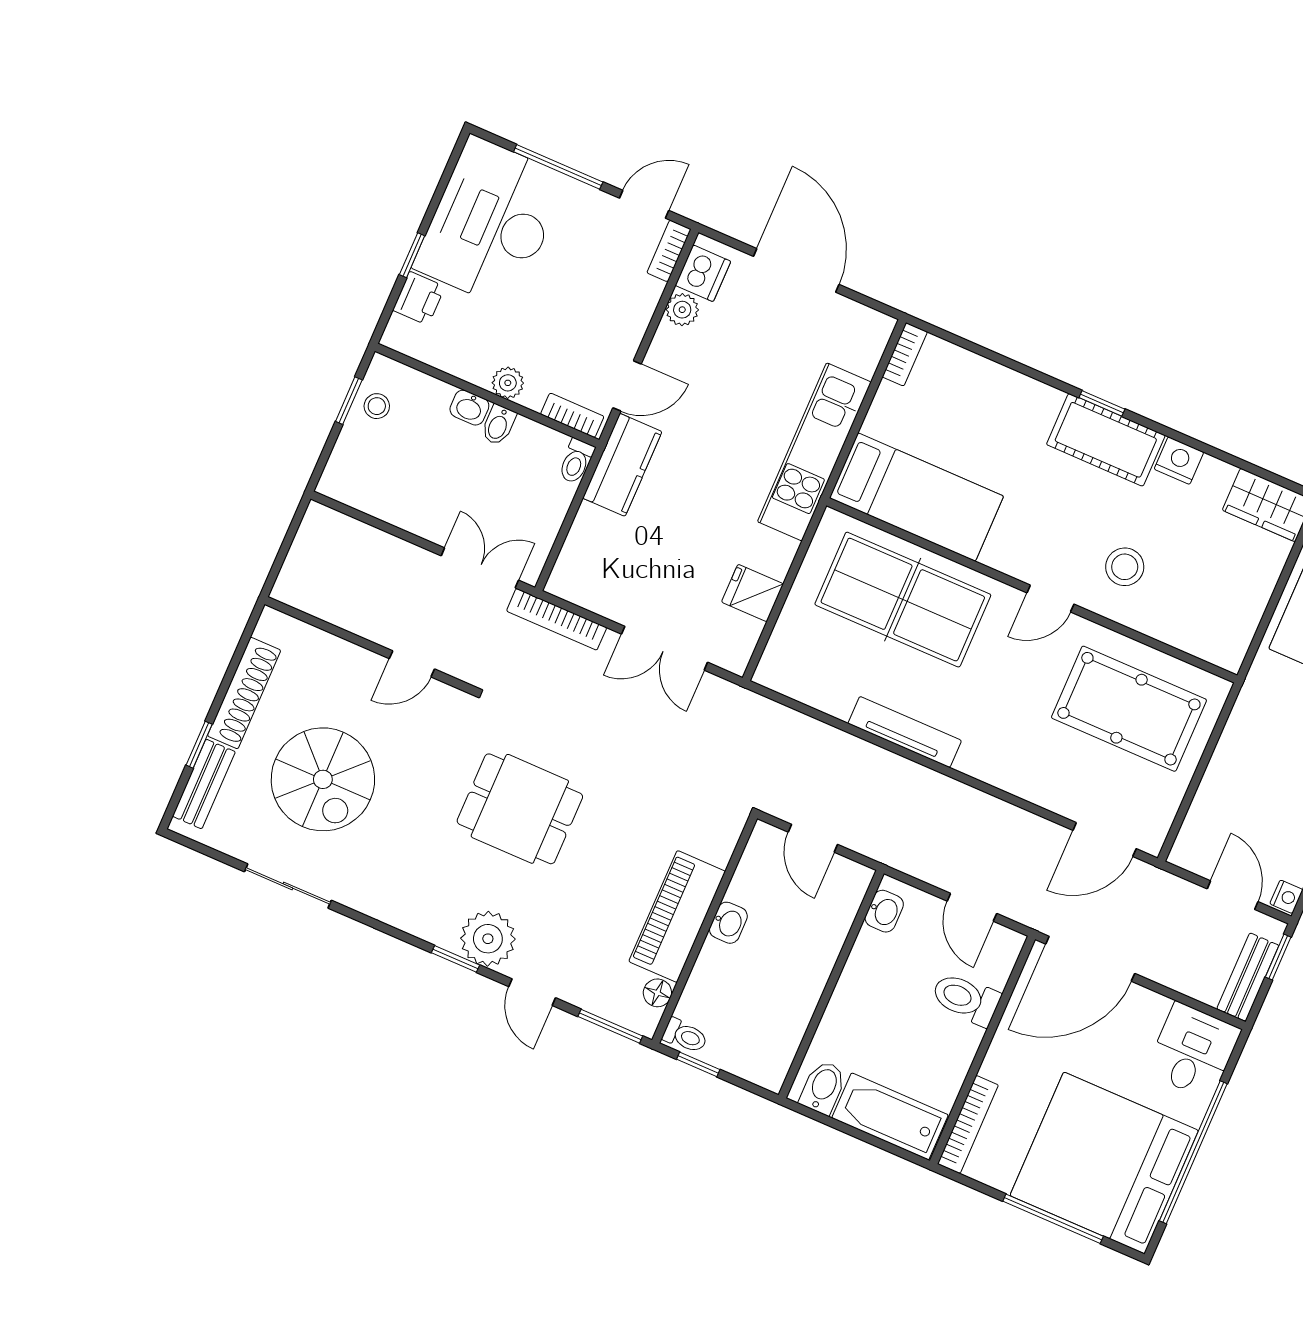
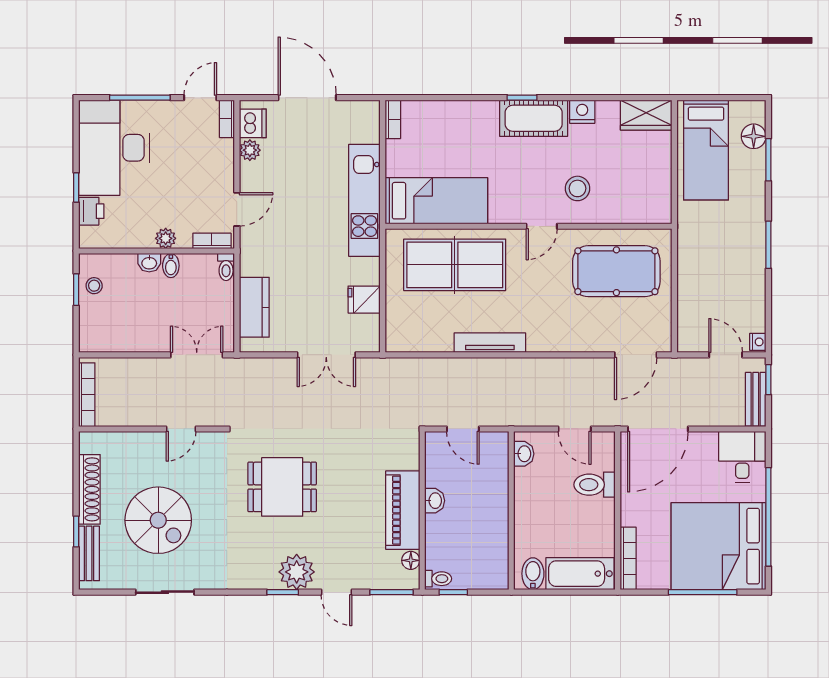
kitchen counter: (622, 465) -> (254, 307), moved
bookcase: (557, 619) -> (87, 395), moved, turned -90

